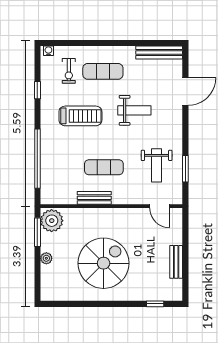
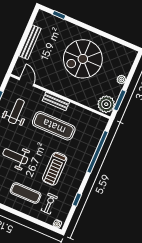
treadmill: (80, 116) -> (55, 169), turned -90
exercise mat: (104, 167) -> (54, 126), width x1.36, depth x1.45
bench: (94, 198) -> (56, 101), moved
bench: (176, 262) -> (30, 42), width x1.36

